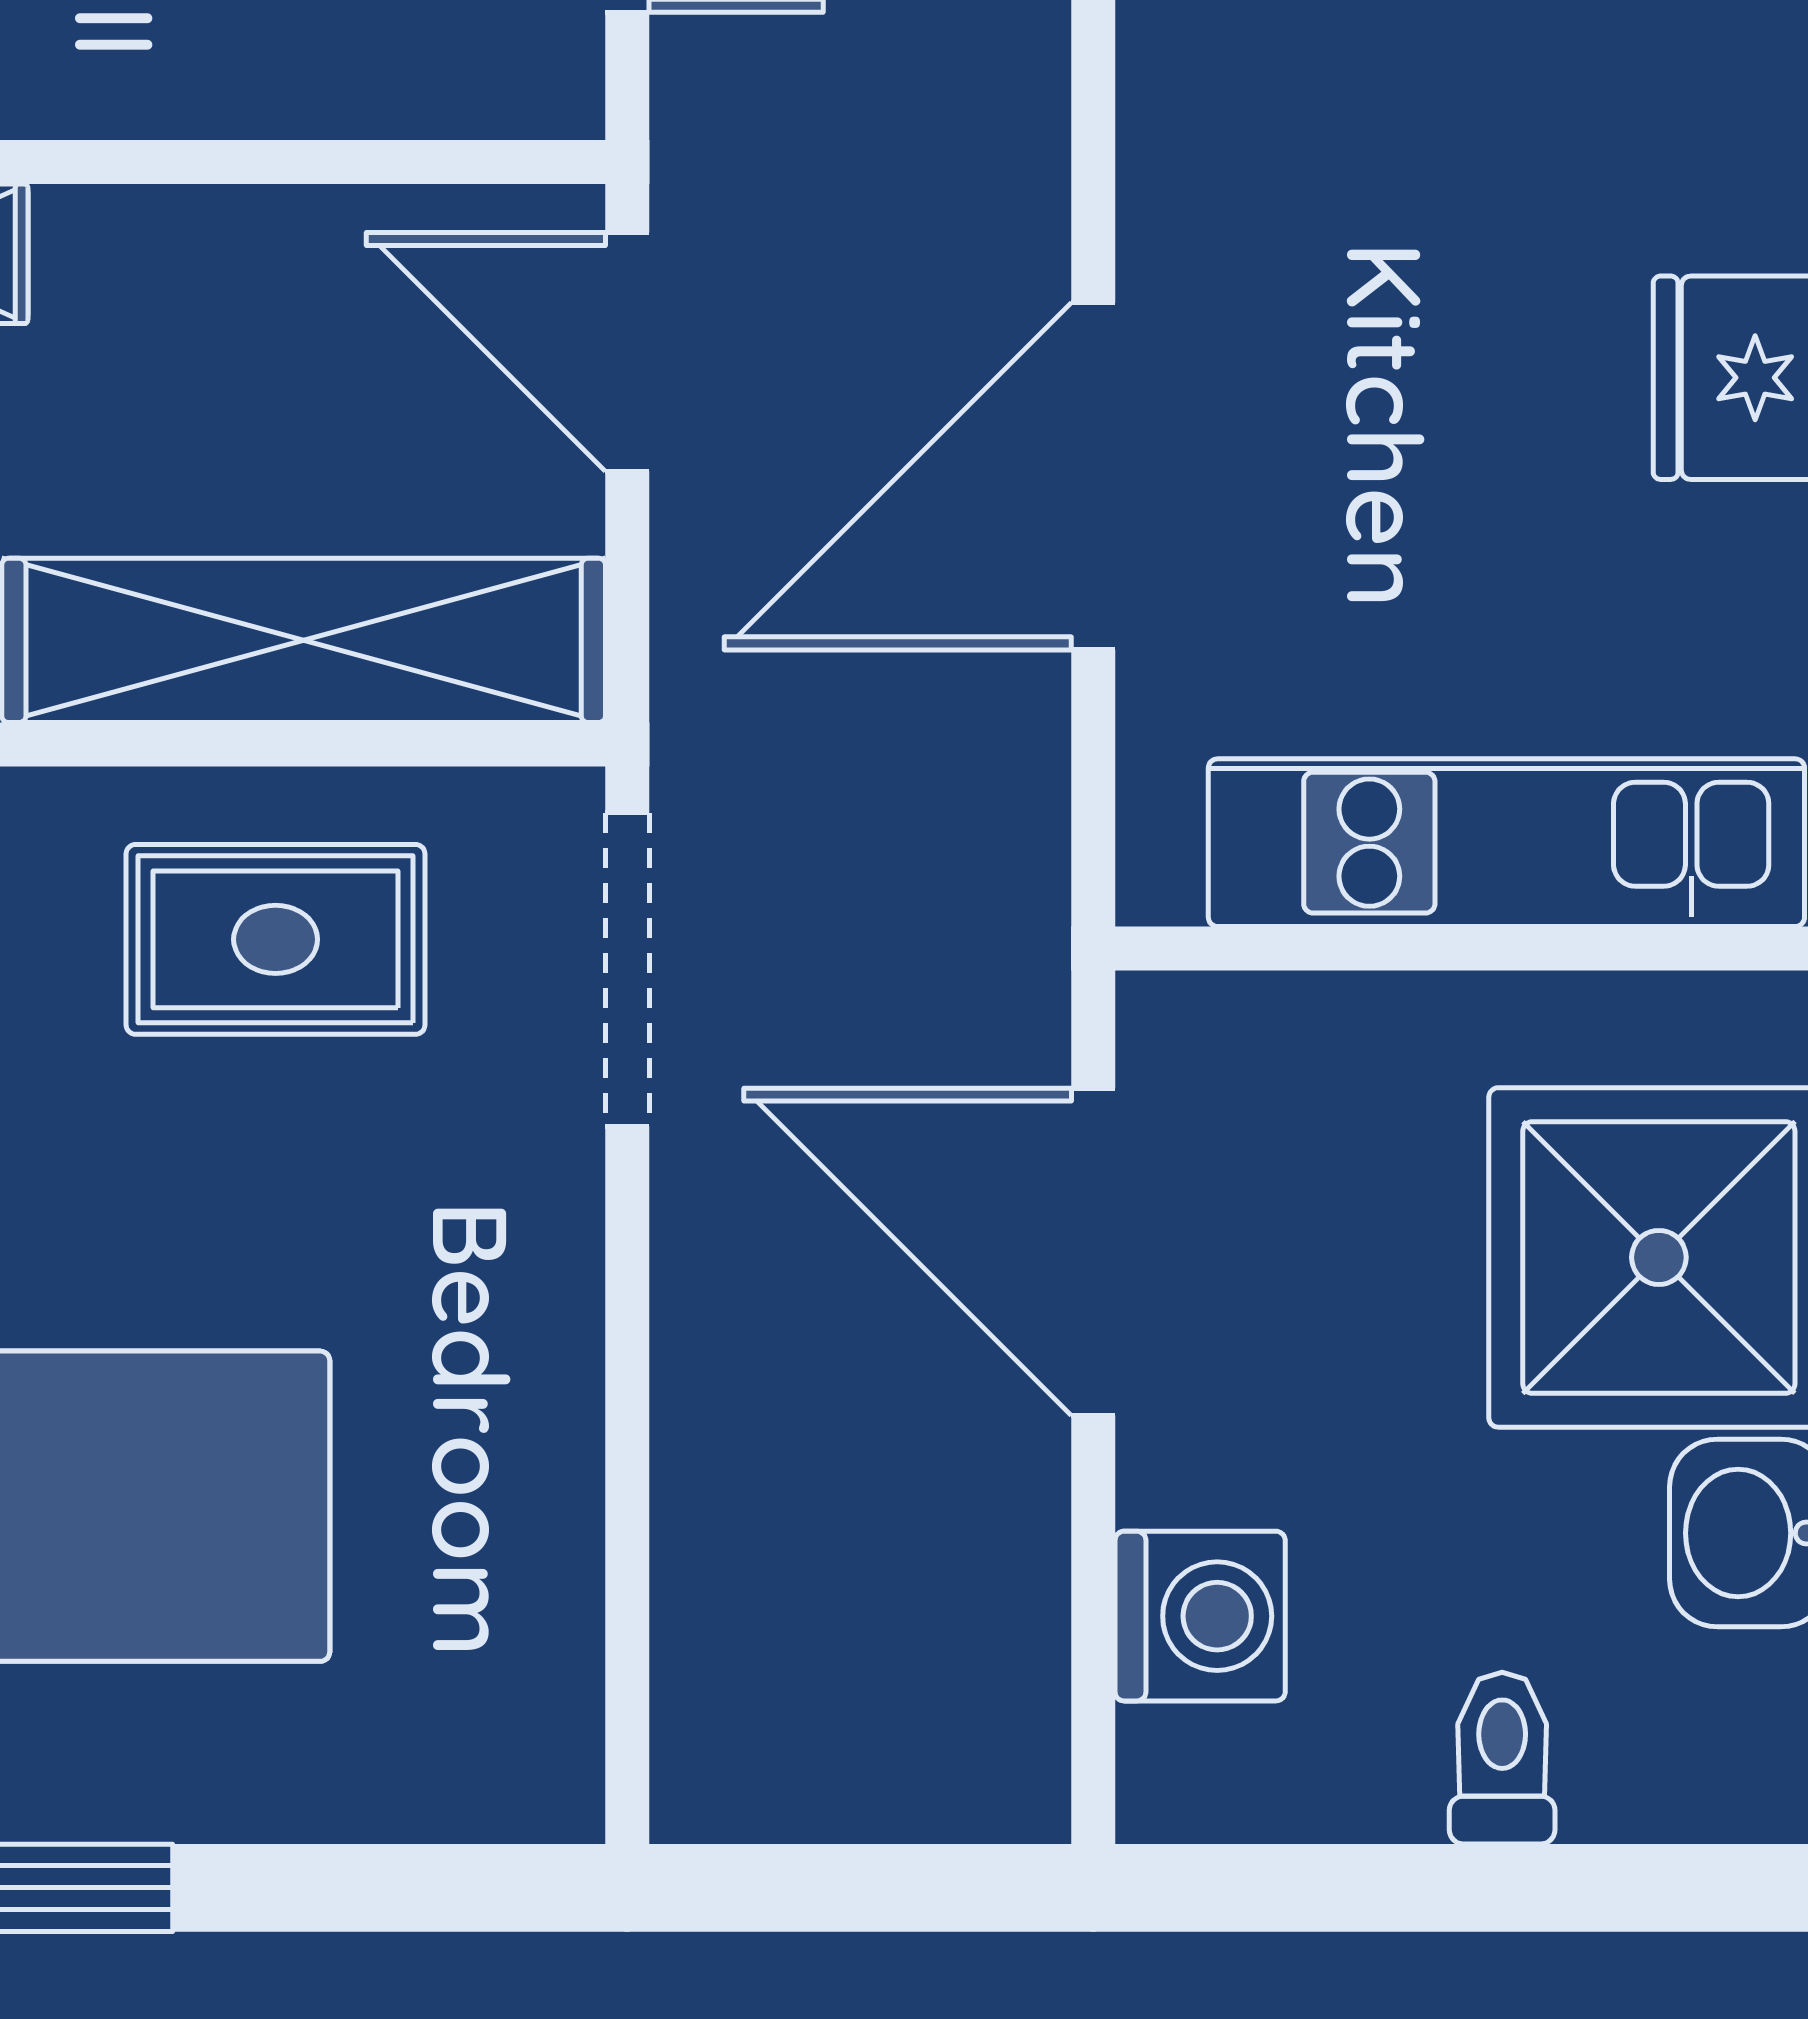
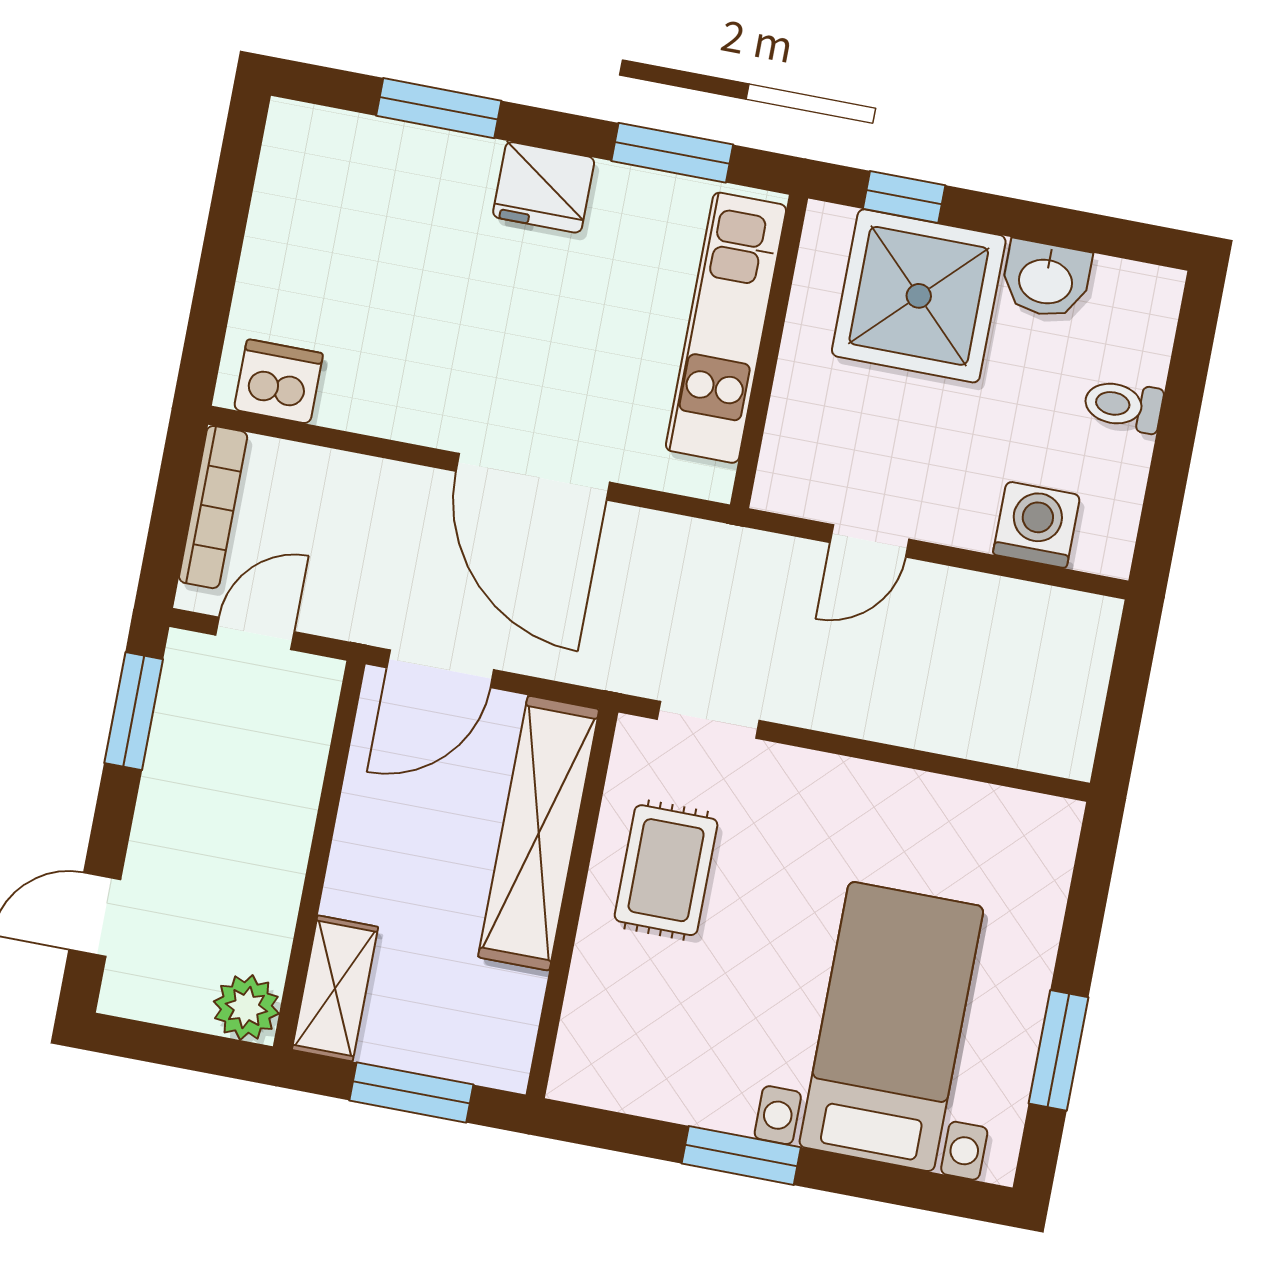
doorway: (627, 969) -> (708, 720), width x0.73
door: (1093, 1252) -> (869, 541), width x0.53

